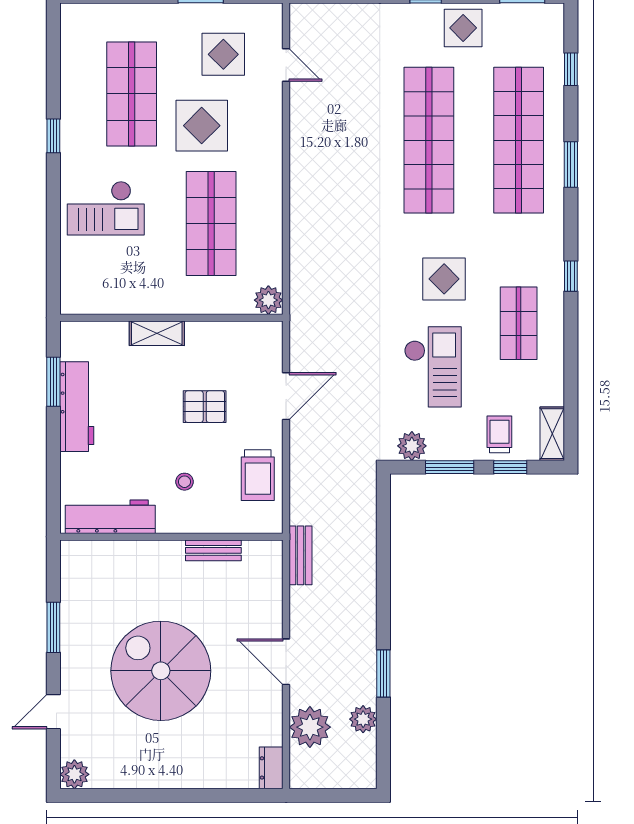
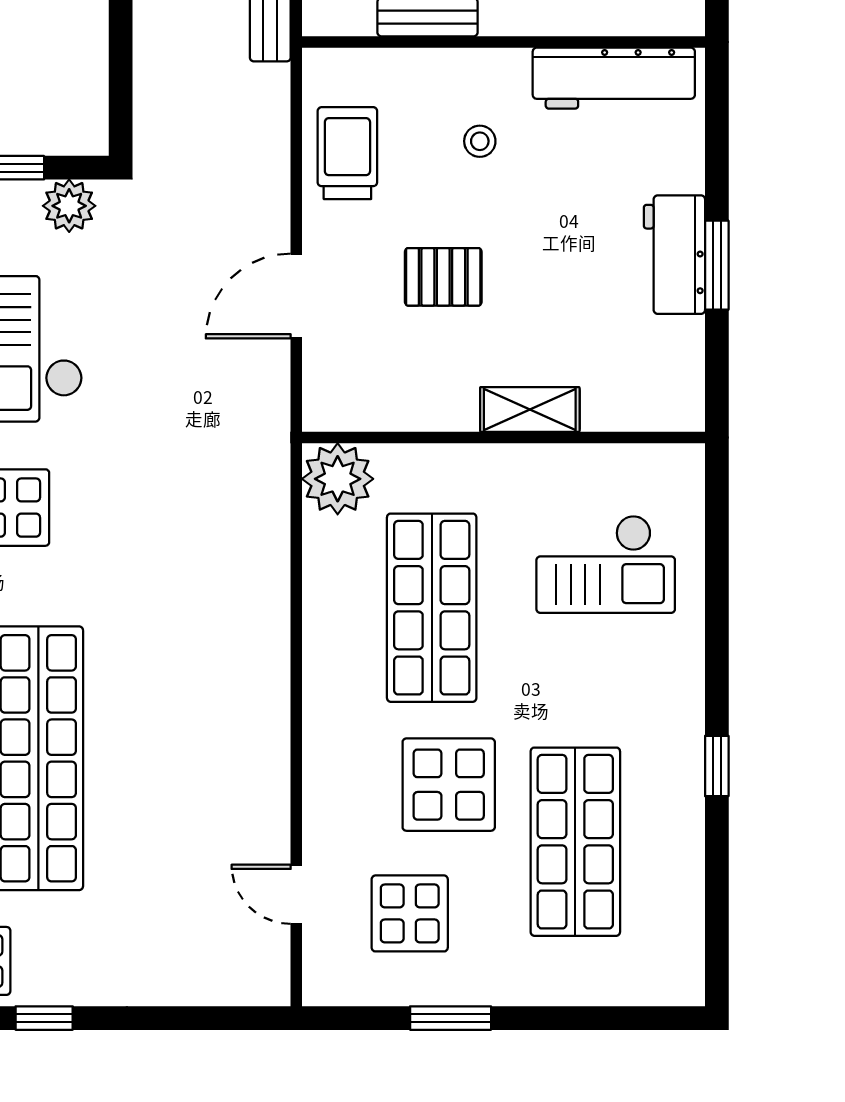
checkout: (106, 208) -> (606, 564), moved, turned 180
plant: (268, 300) -> (338, 479), width x1.36, depth x1.36
window: (53, 382) -> (717, 265), moved
workbench: (77, 407) -> (674, 255), width x0.73

